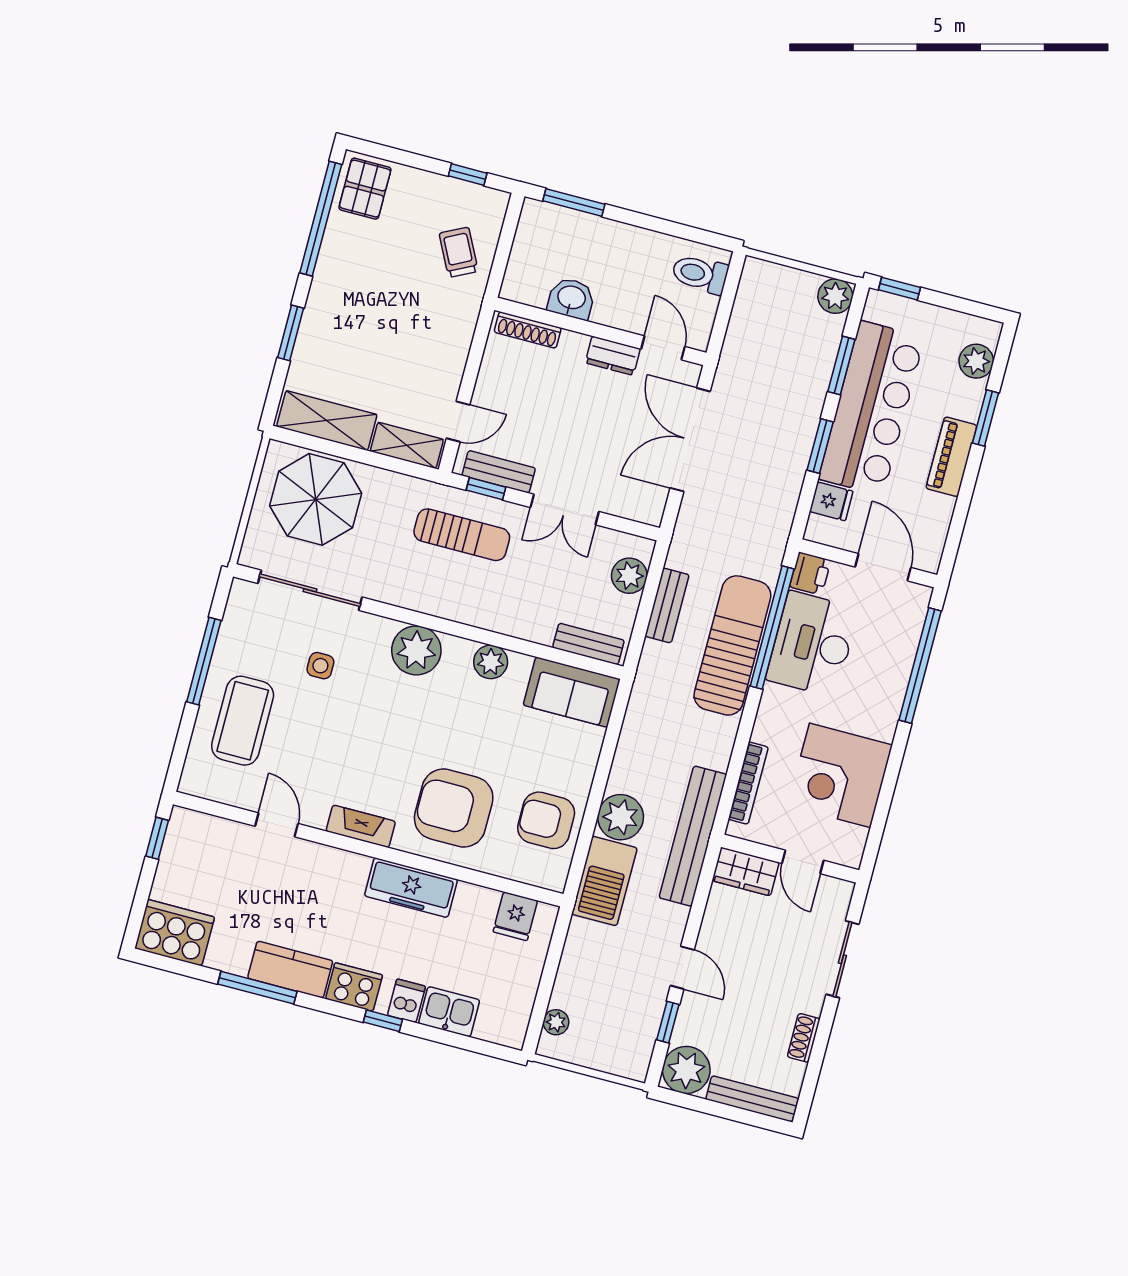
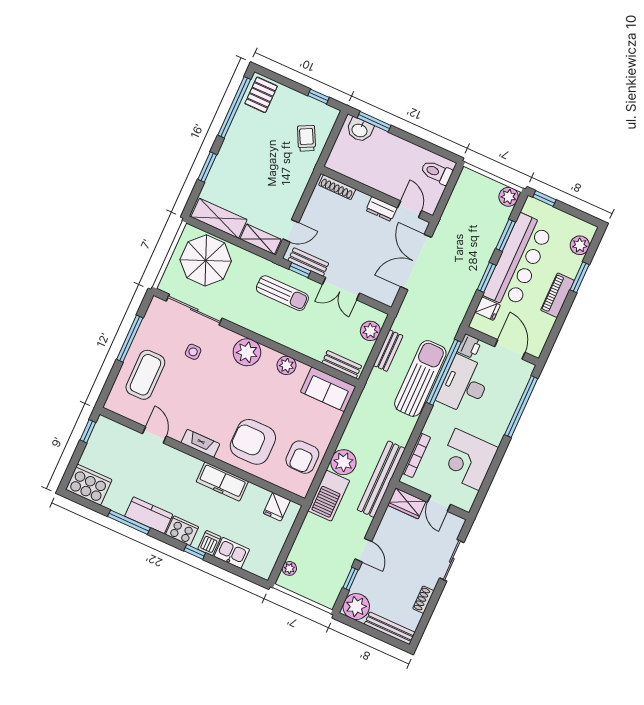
washbasin: (571, 298) -> (360, 130), moved, turned 180
armchair: (546, 820) -> (302, 457), turned -90

